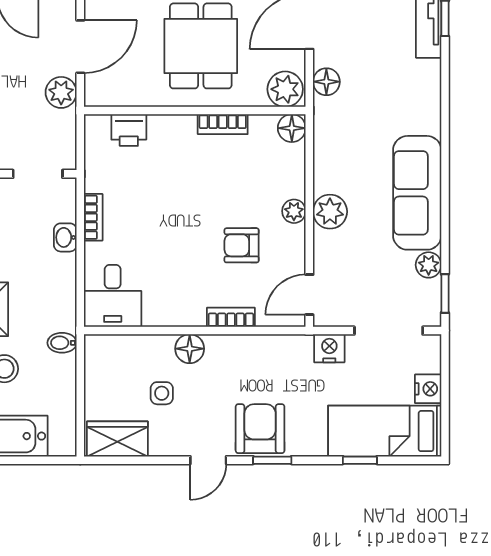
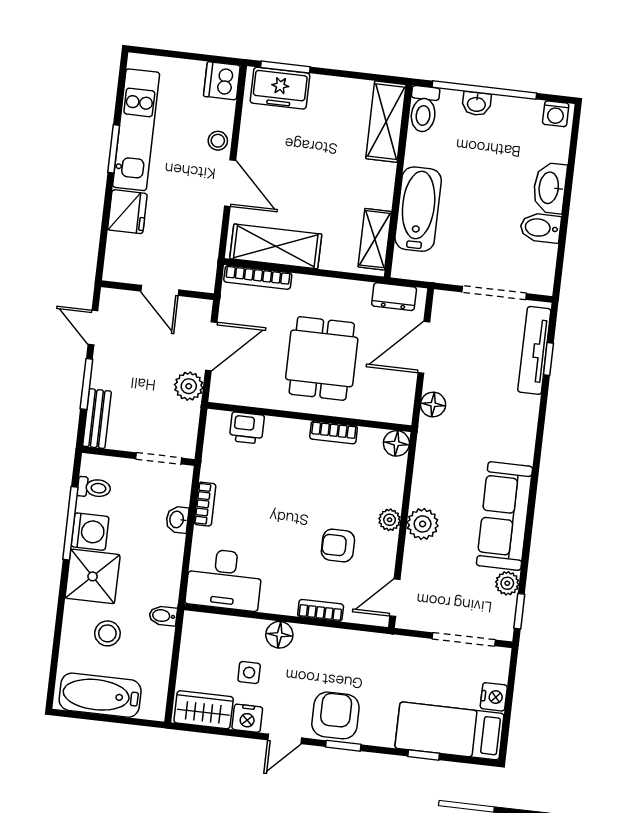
plant: (285, 89) -> (394, 407), removed
desk: (113, 296) -> (224, 579), width x1.37
nightstand: (329, 348) -> (247, 718), moved, turned 180

